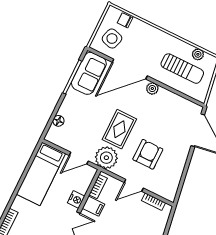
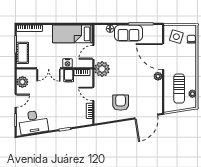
sofa: (89, 73) -> (129, 33), moved
rug: (119, 129) -> (123, 68), removed
armchair: (148, 154) -> (121, 103), moved, turned -90
door: (79, 158) -> (93, 52), hinge flipped

